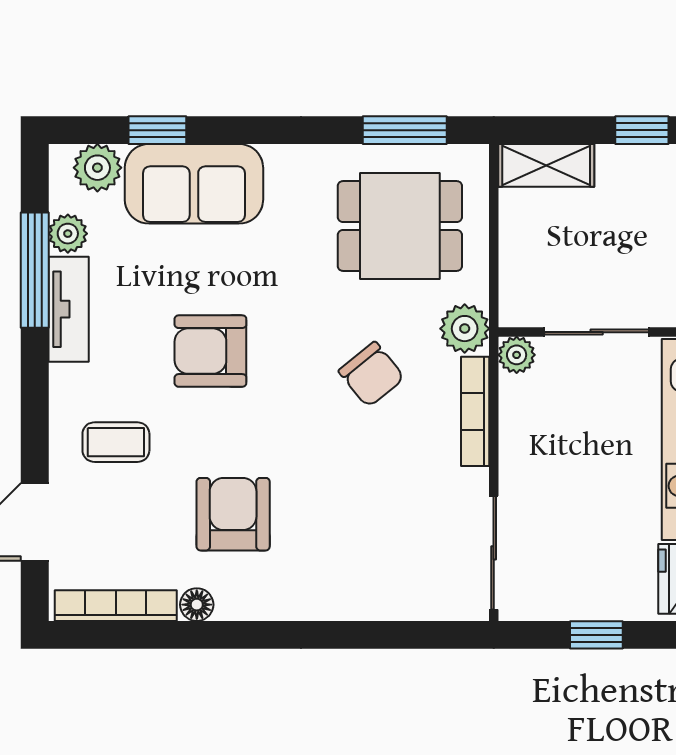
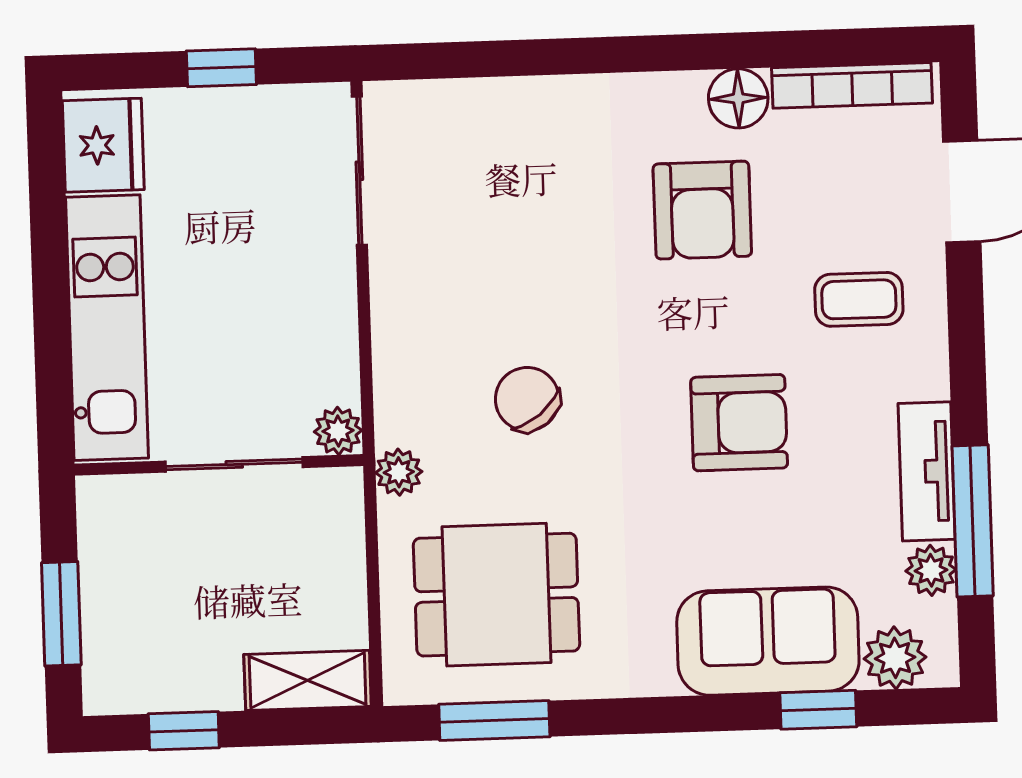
plant: (465, 329) -> (399, 472), width x0.73, depth x0.73
bookcase: (475, 411) -> (390, 355), removed
floor lamp: (197, 605) -> (738, 98), width x1.37, depth x1.37

